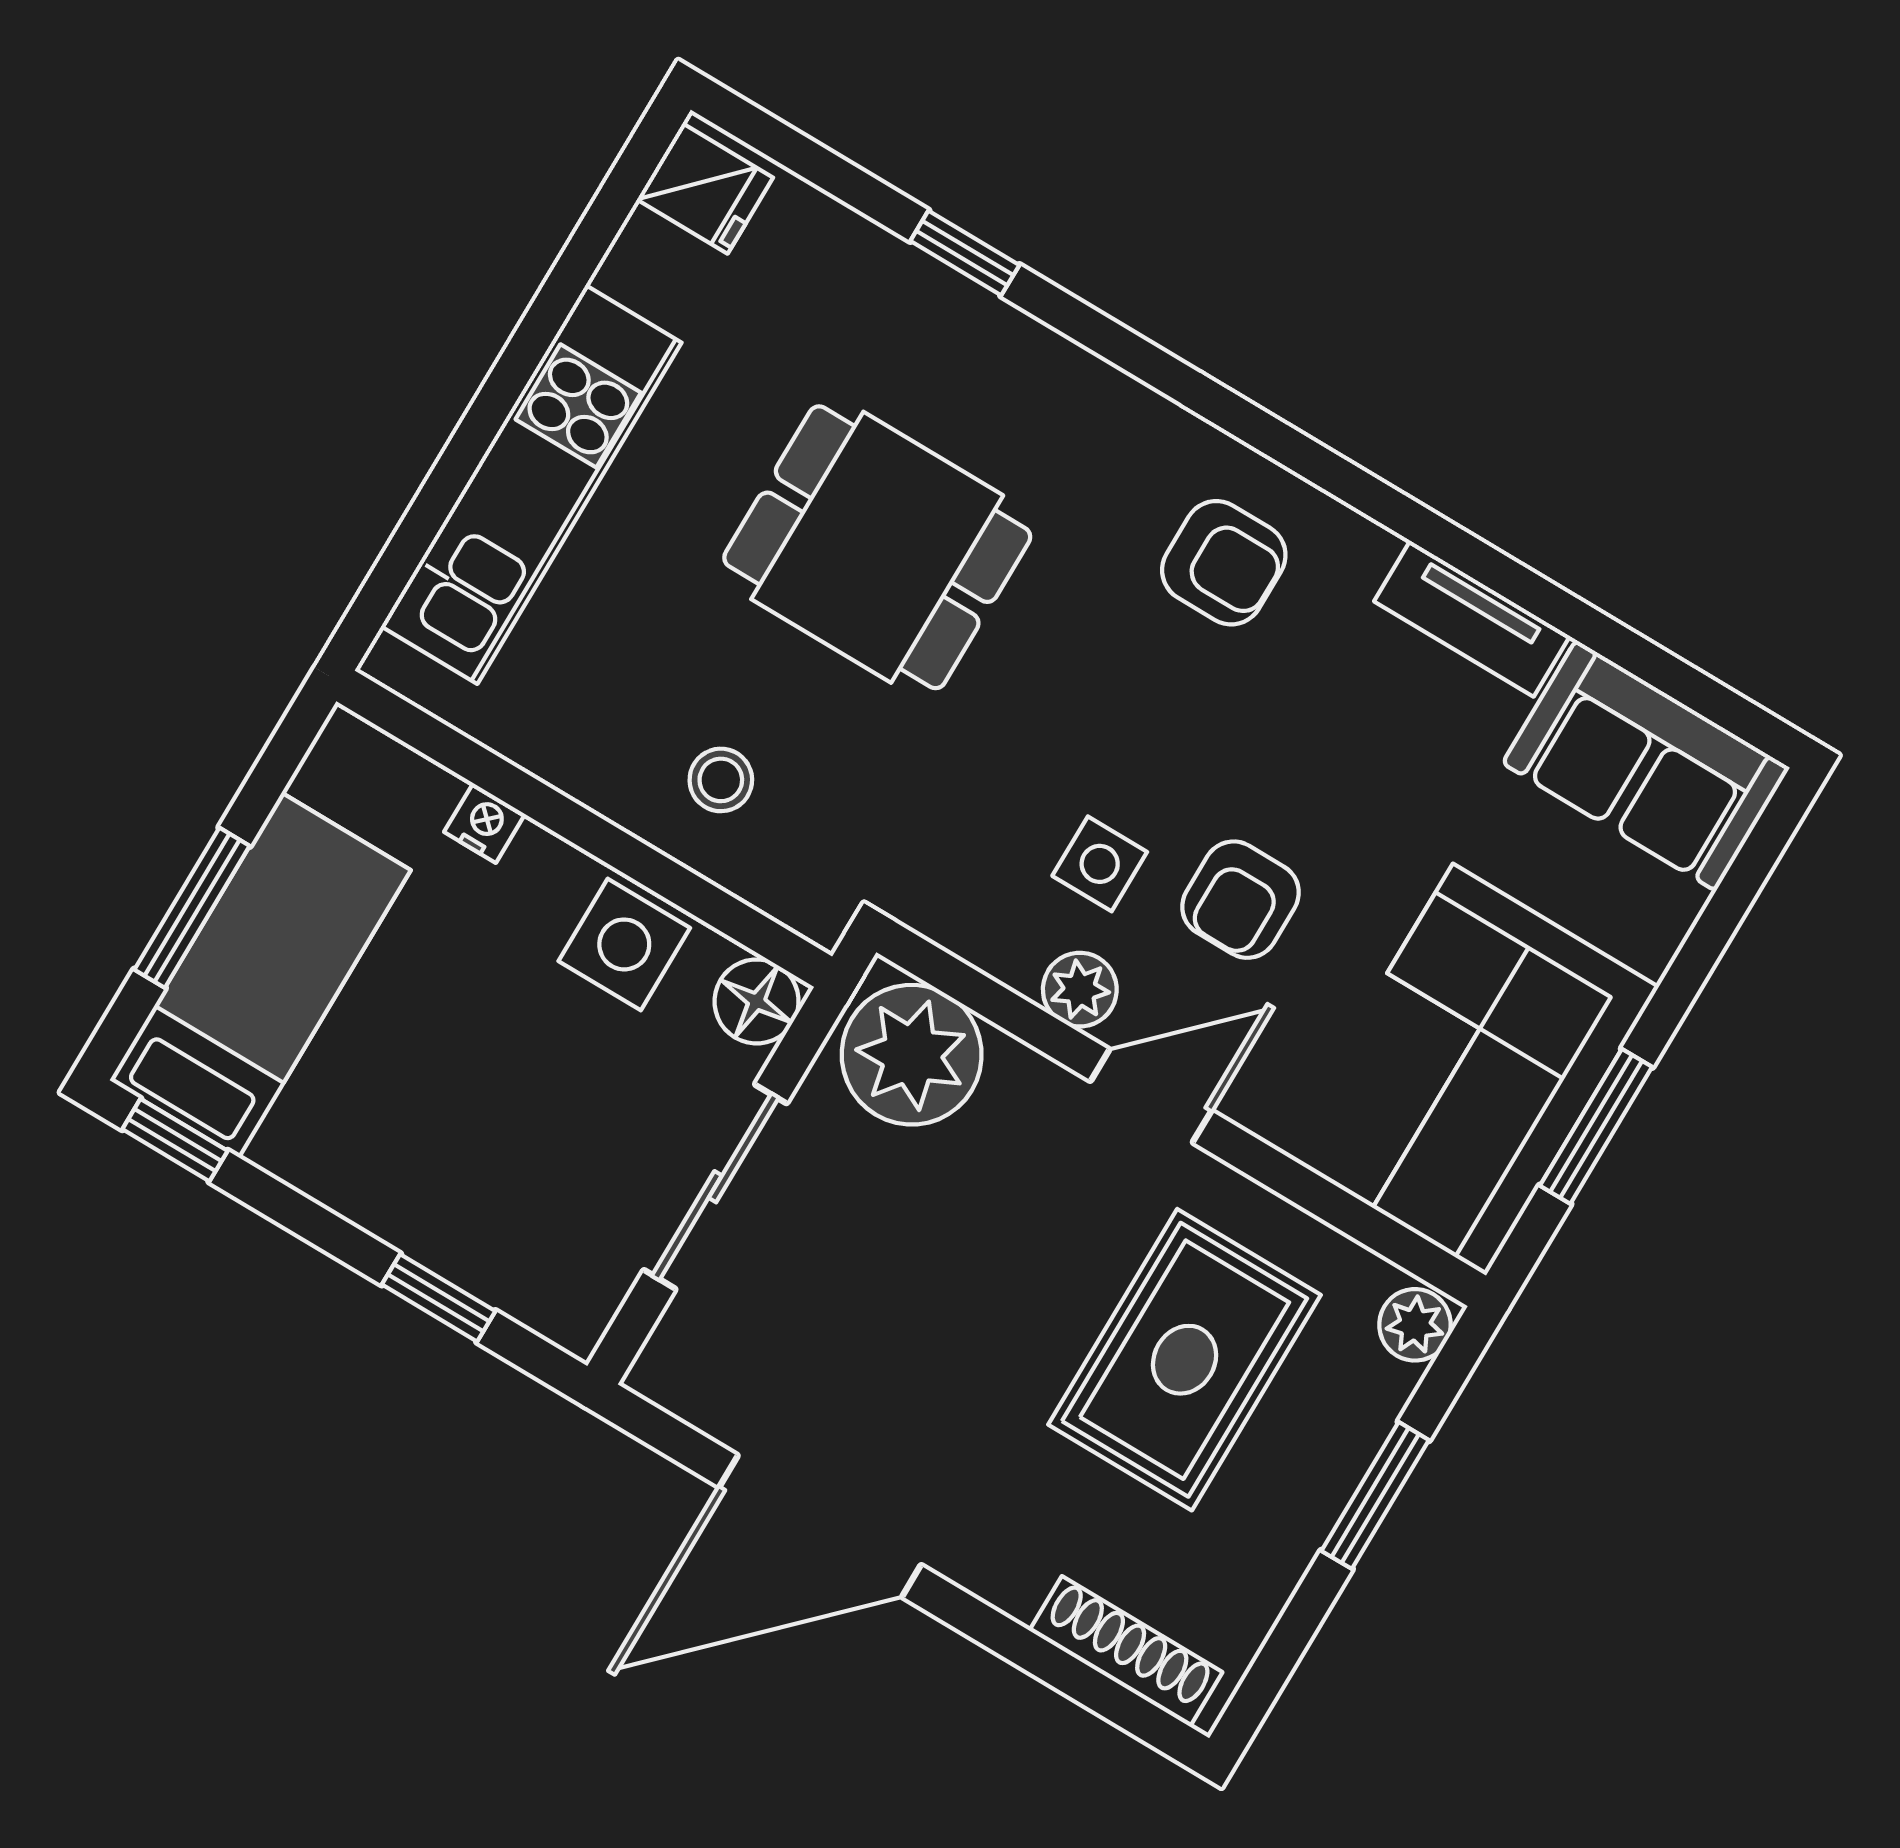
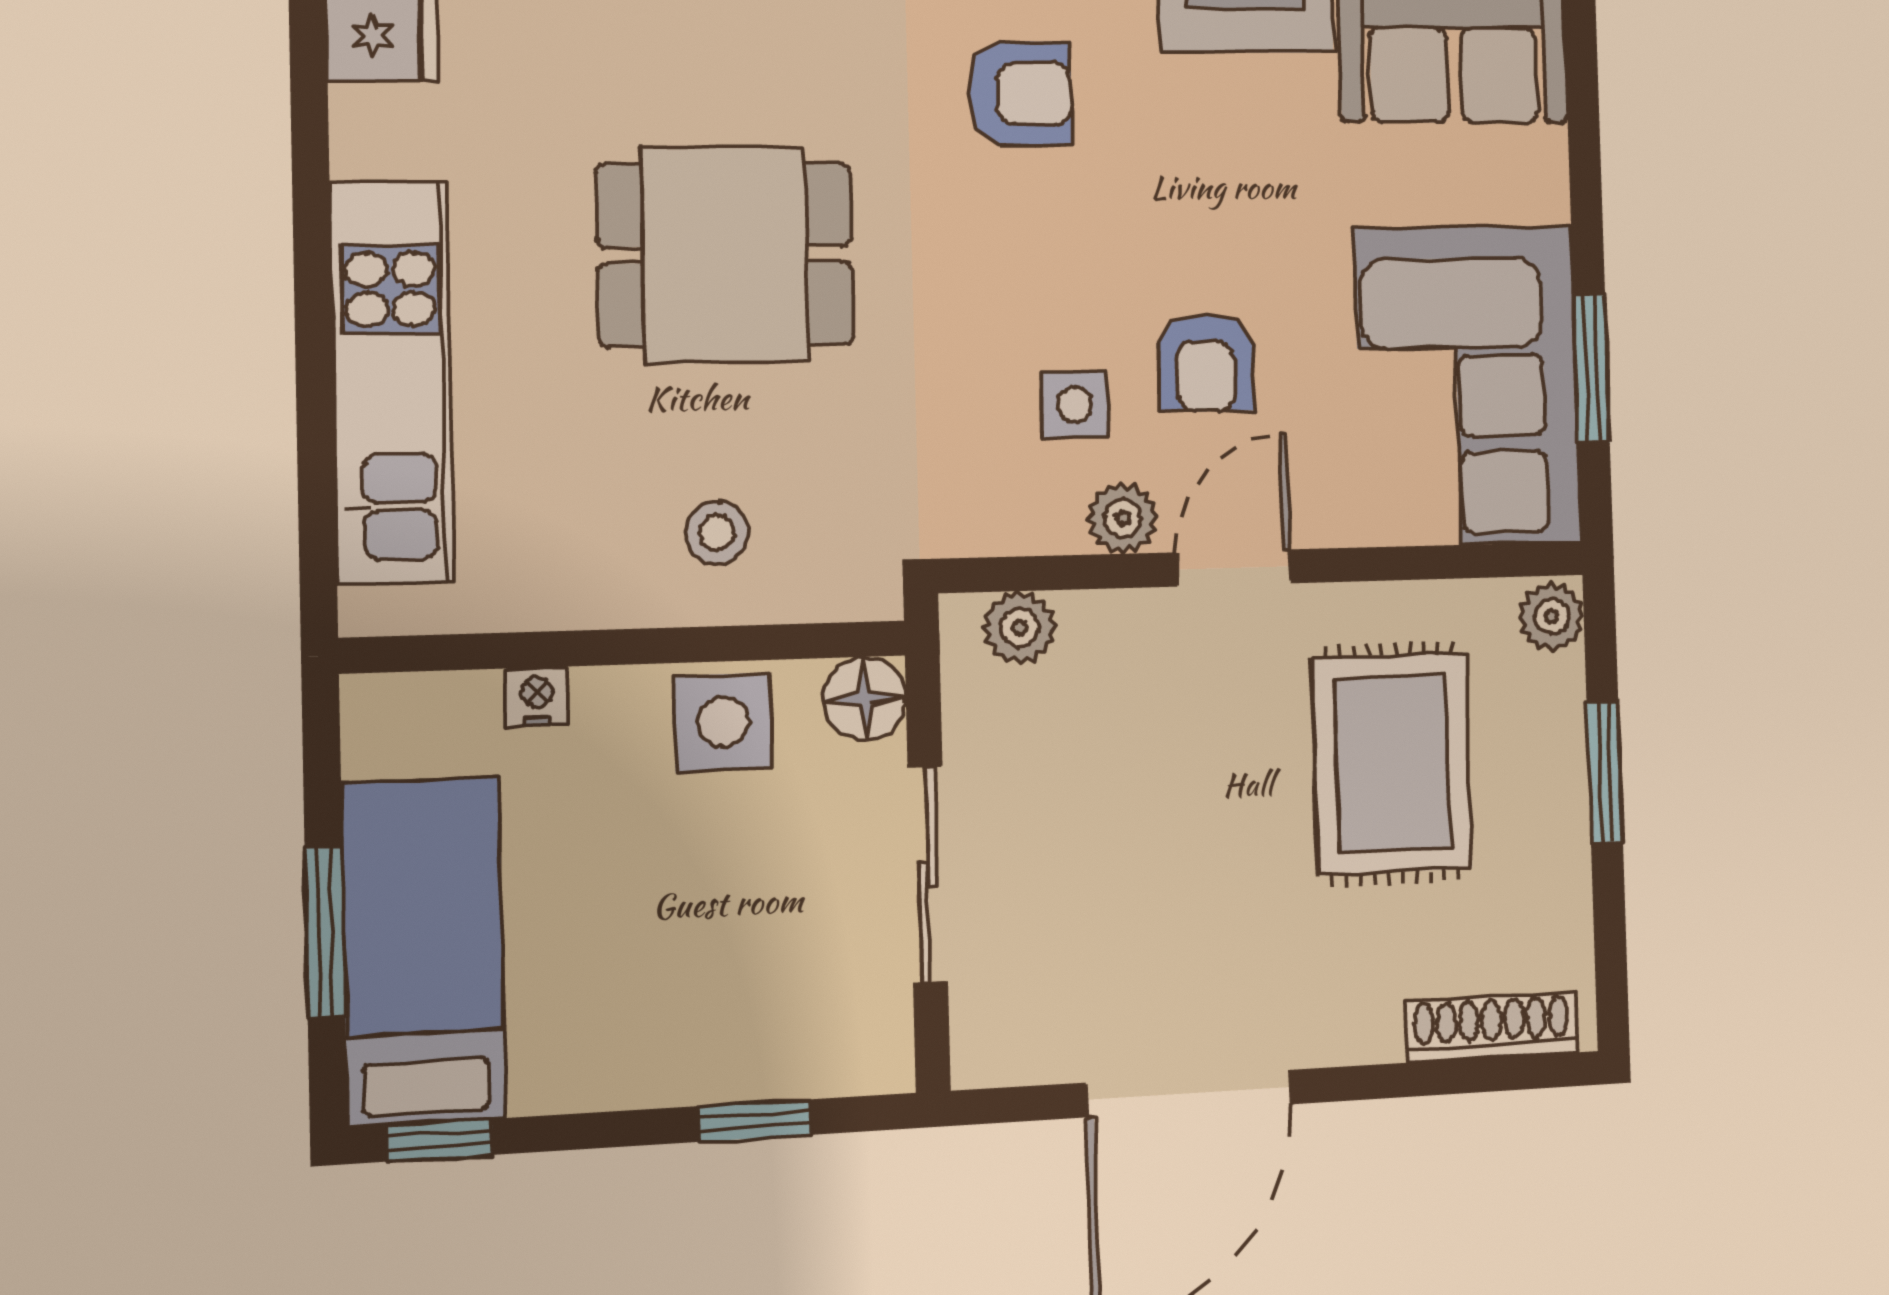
plant: (912, 1055) -> (1020, 628), width x0.53, depth x0.53

